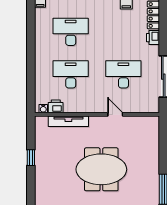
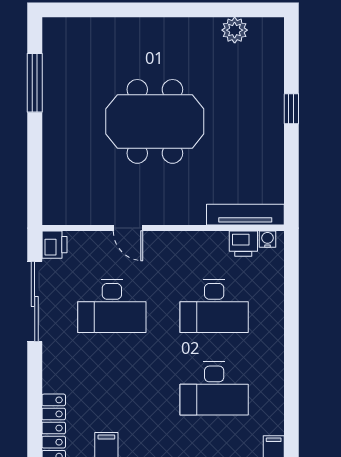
printer: (153, 38) -> (54, 245), moved
tv unit: (68, 121) -> (245, 215), moved
window: (31, 158) -> (291, 109), moved

